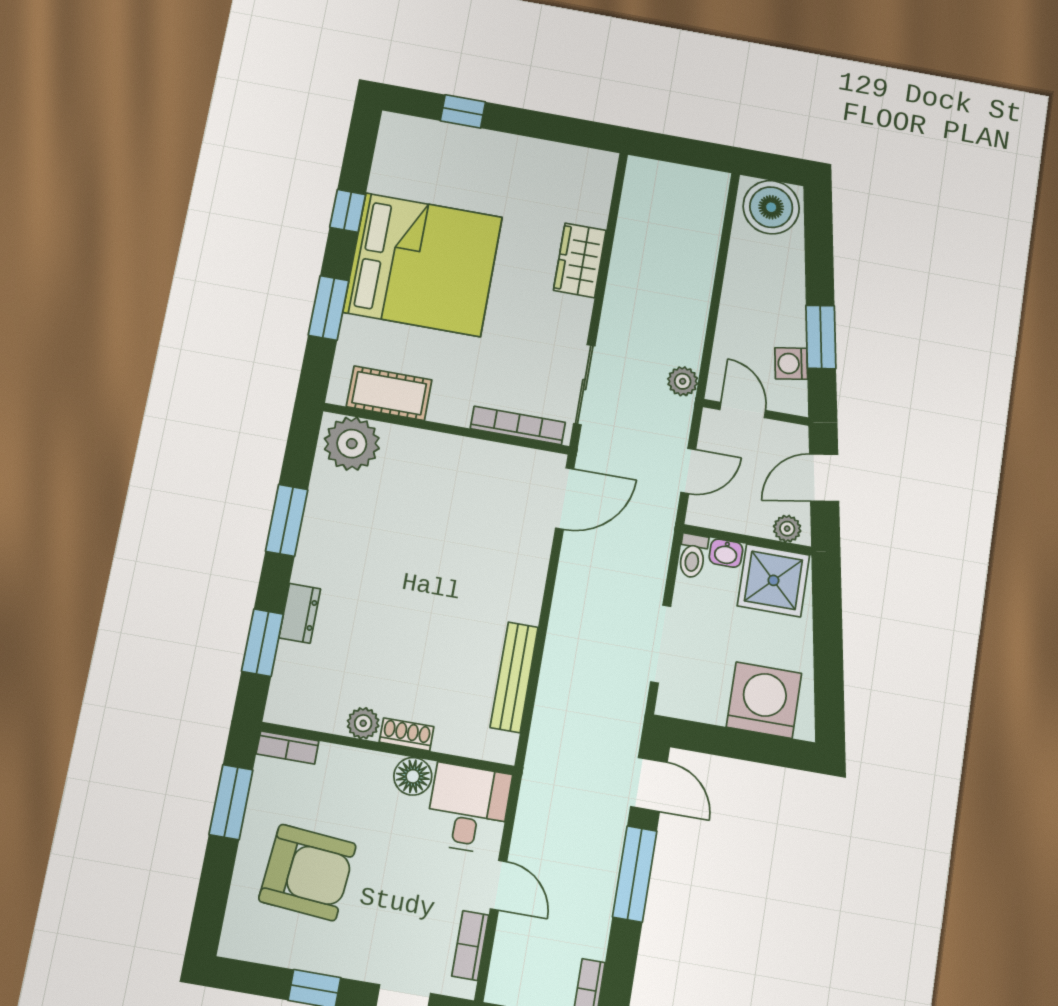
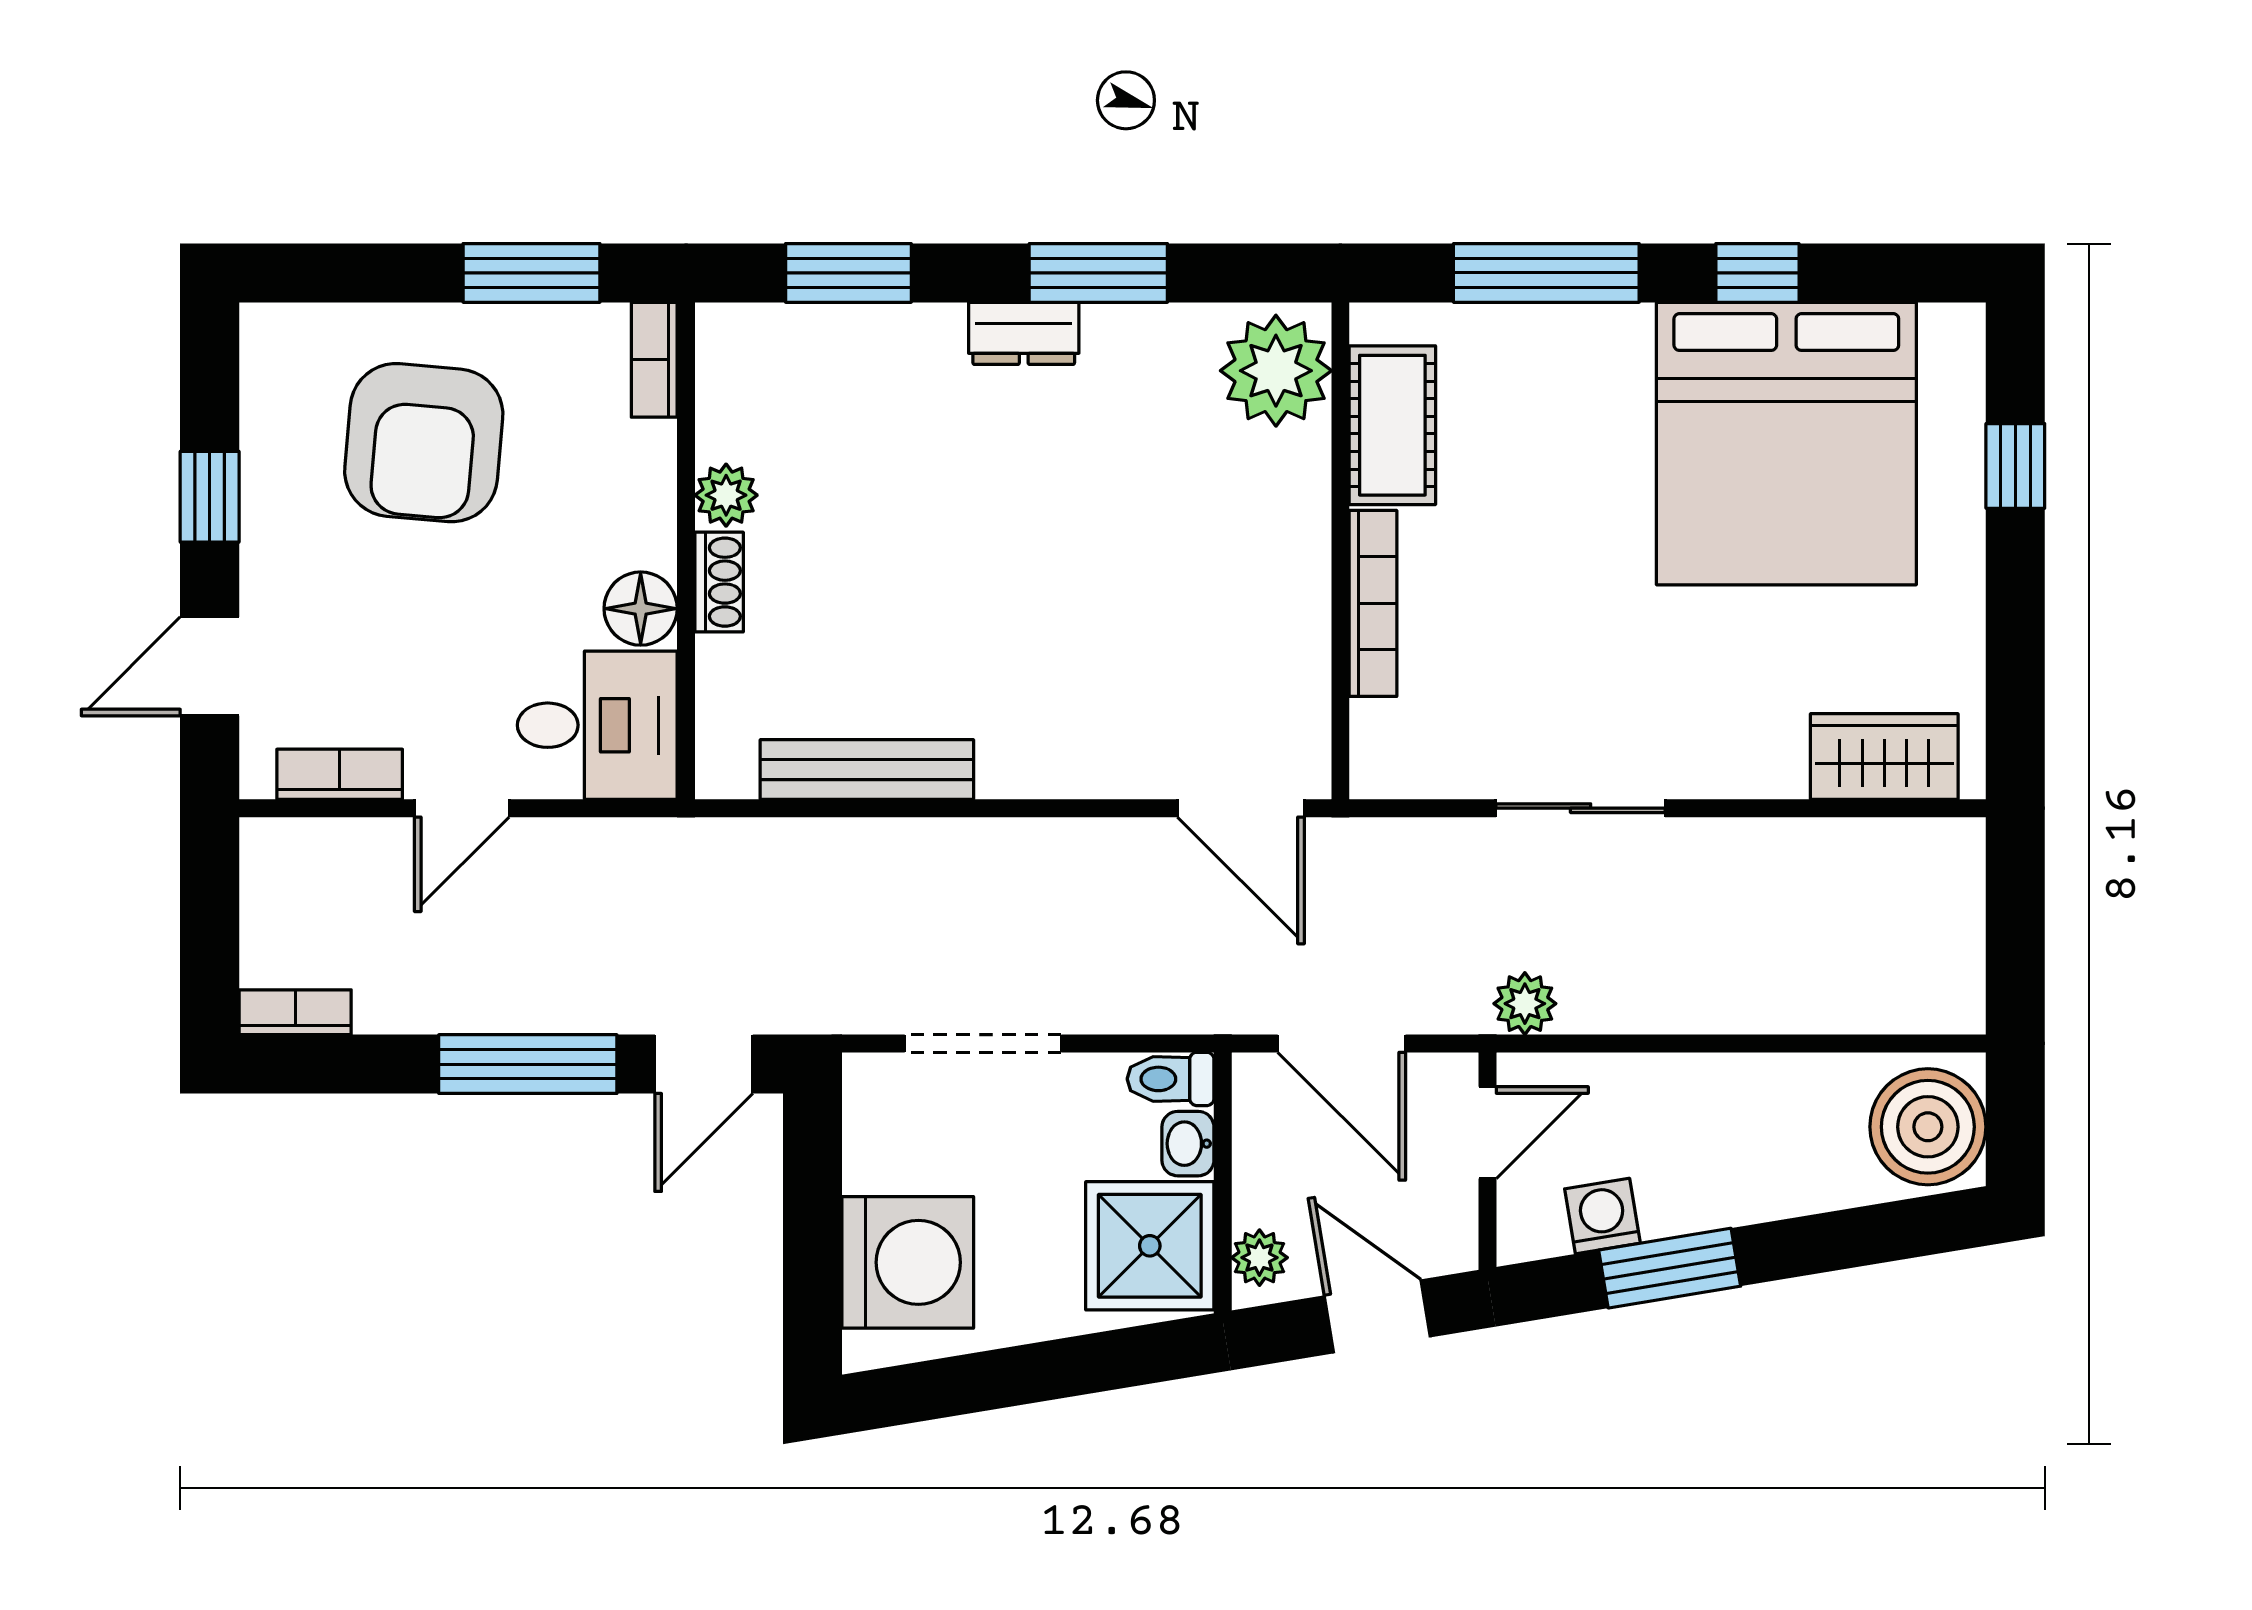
wardrobe: (580, 260) -> (1884, 757), moved
bed: (423, 265) -> (1786, 444), moved
window: (329, 308) -> (1546, 273), width x1.44
sliding door: (584, 385) -> (1581, 808), moved
bookcase: (518, 425) -> (1373, 603), moved
door: (688, 471) -> (1342, 1043), width x1.38
dresser: (300, 613) -> (1024, 333), moved

